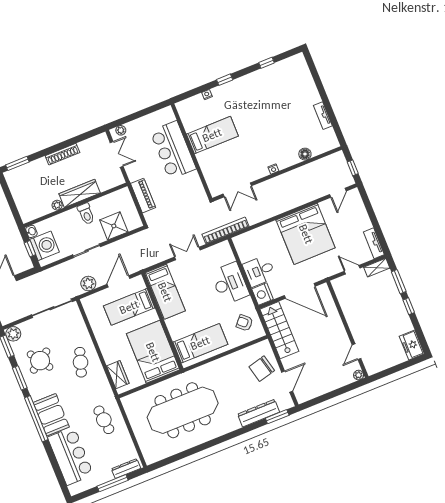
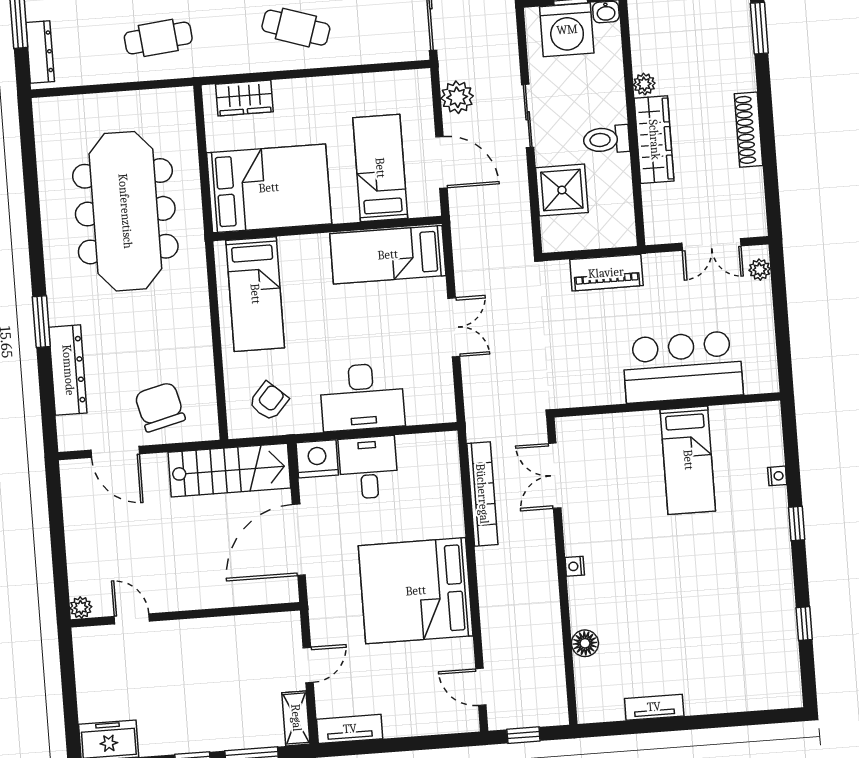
bookcase: (225, 230) -> (482, 494), moved
window: (277, 417) -> (41, 322), moved

